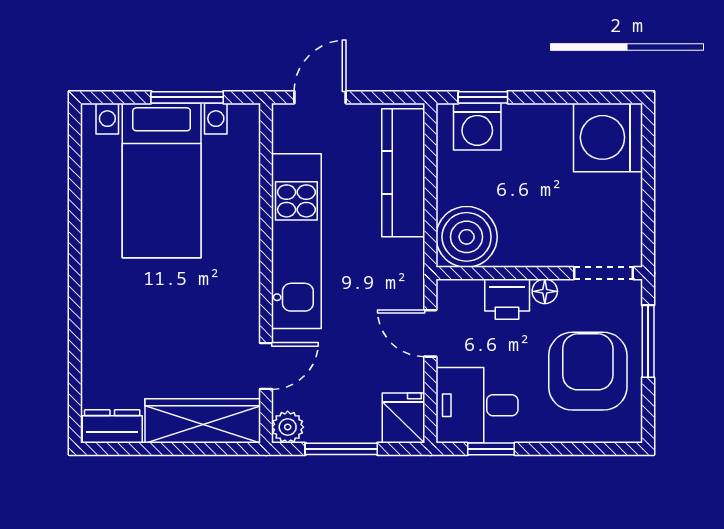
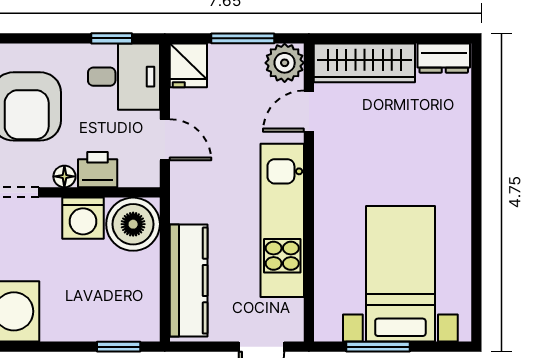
washing machine: (477, 127) -> (83, 218), moved, turned 180
plant: (288, 427) -> (285, 63), width x1.38, depth x1.38

